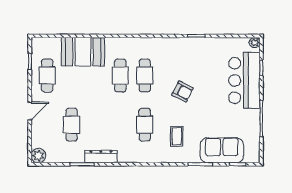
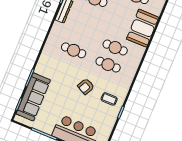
coffee table: (177, 136) -> (109, 99), moved
sofa: (222, 150) -> (33, 97), width x1.36

